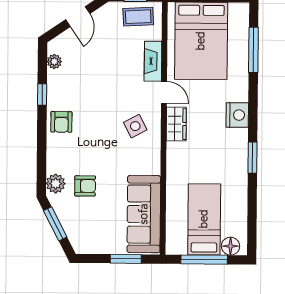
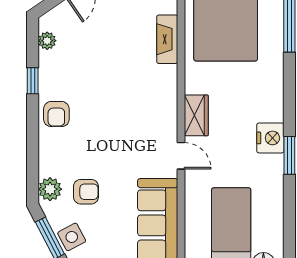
door: (164, 92) -> (181, 156), moved
nightstand: (237, 115) -> (270, 138), moved
side table: (135, 126) -> (72, 237), moved

